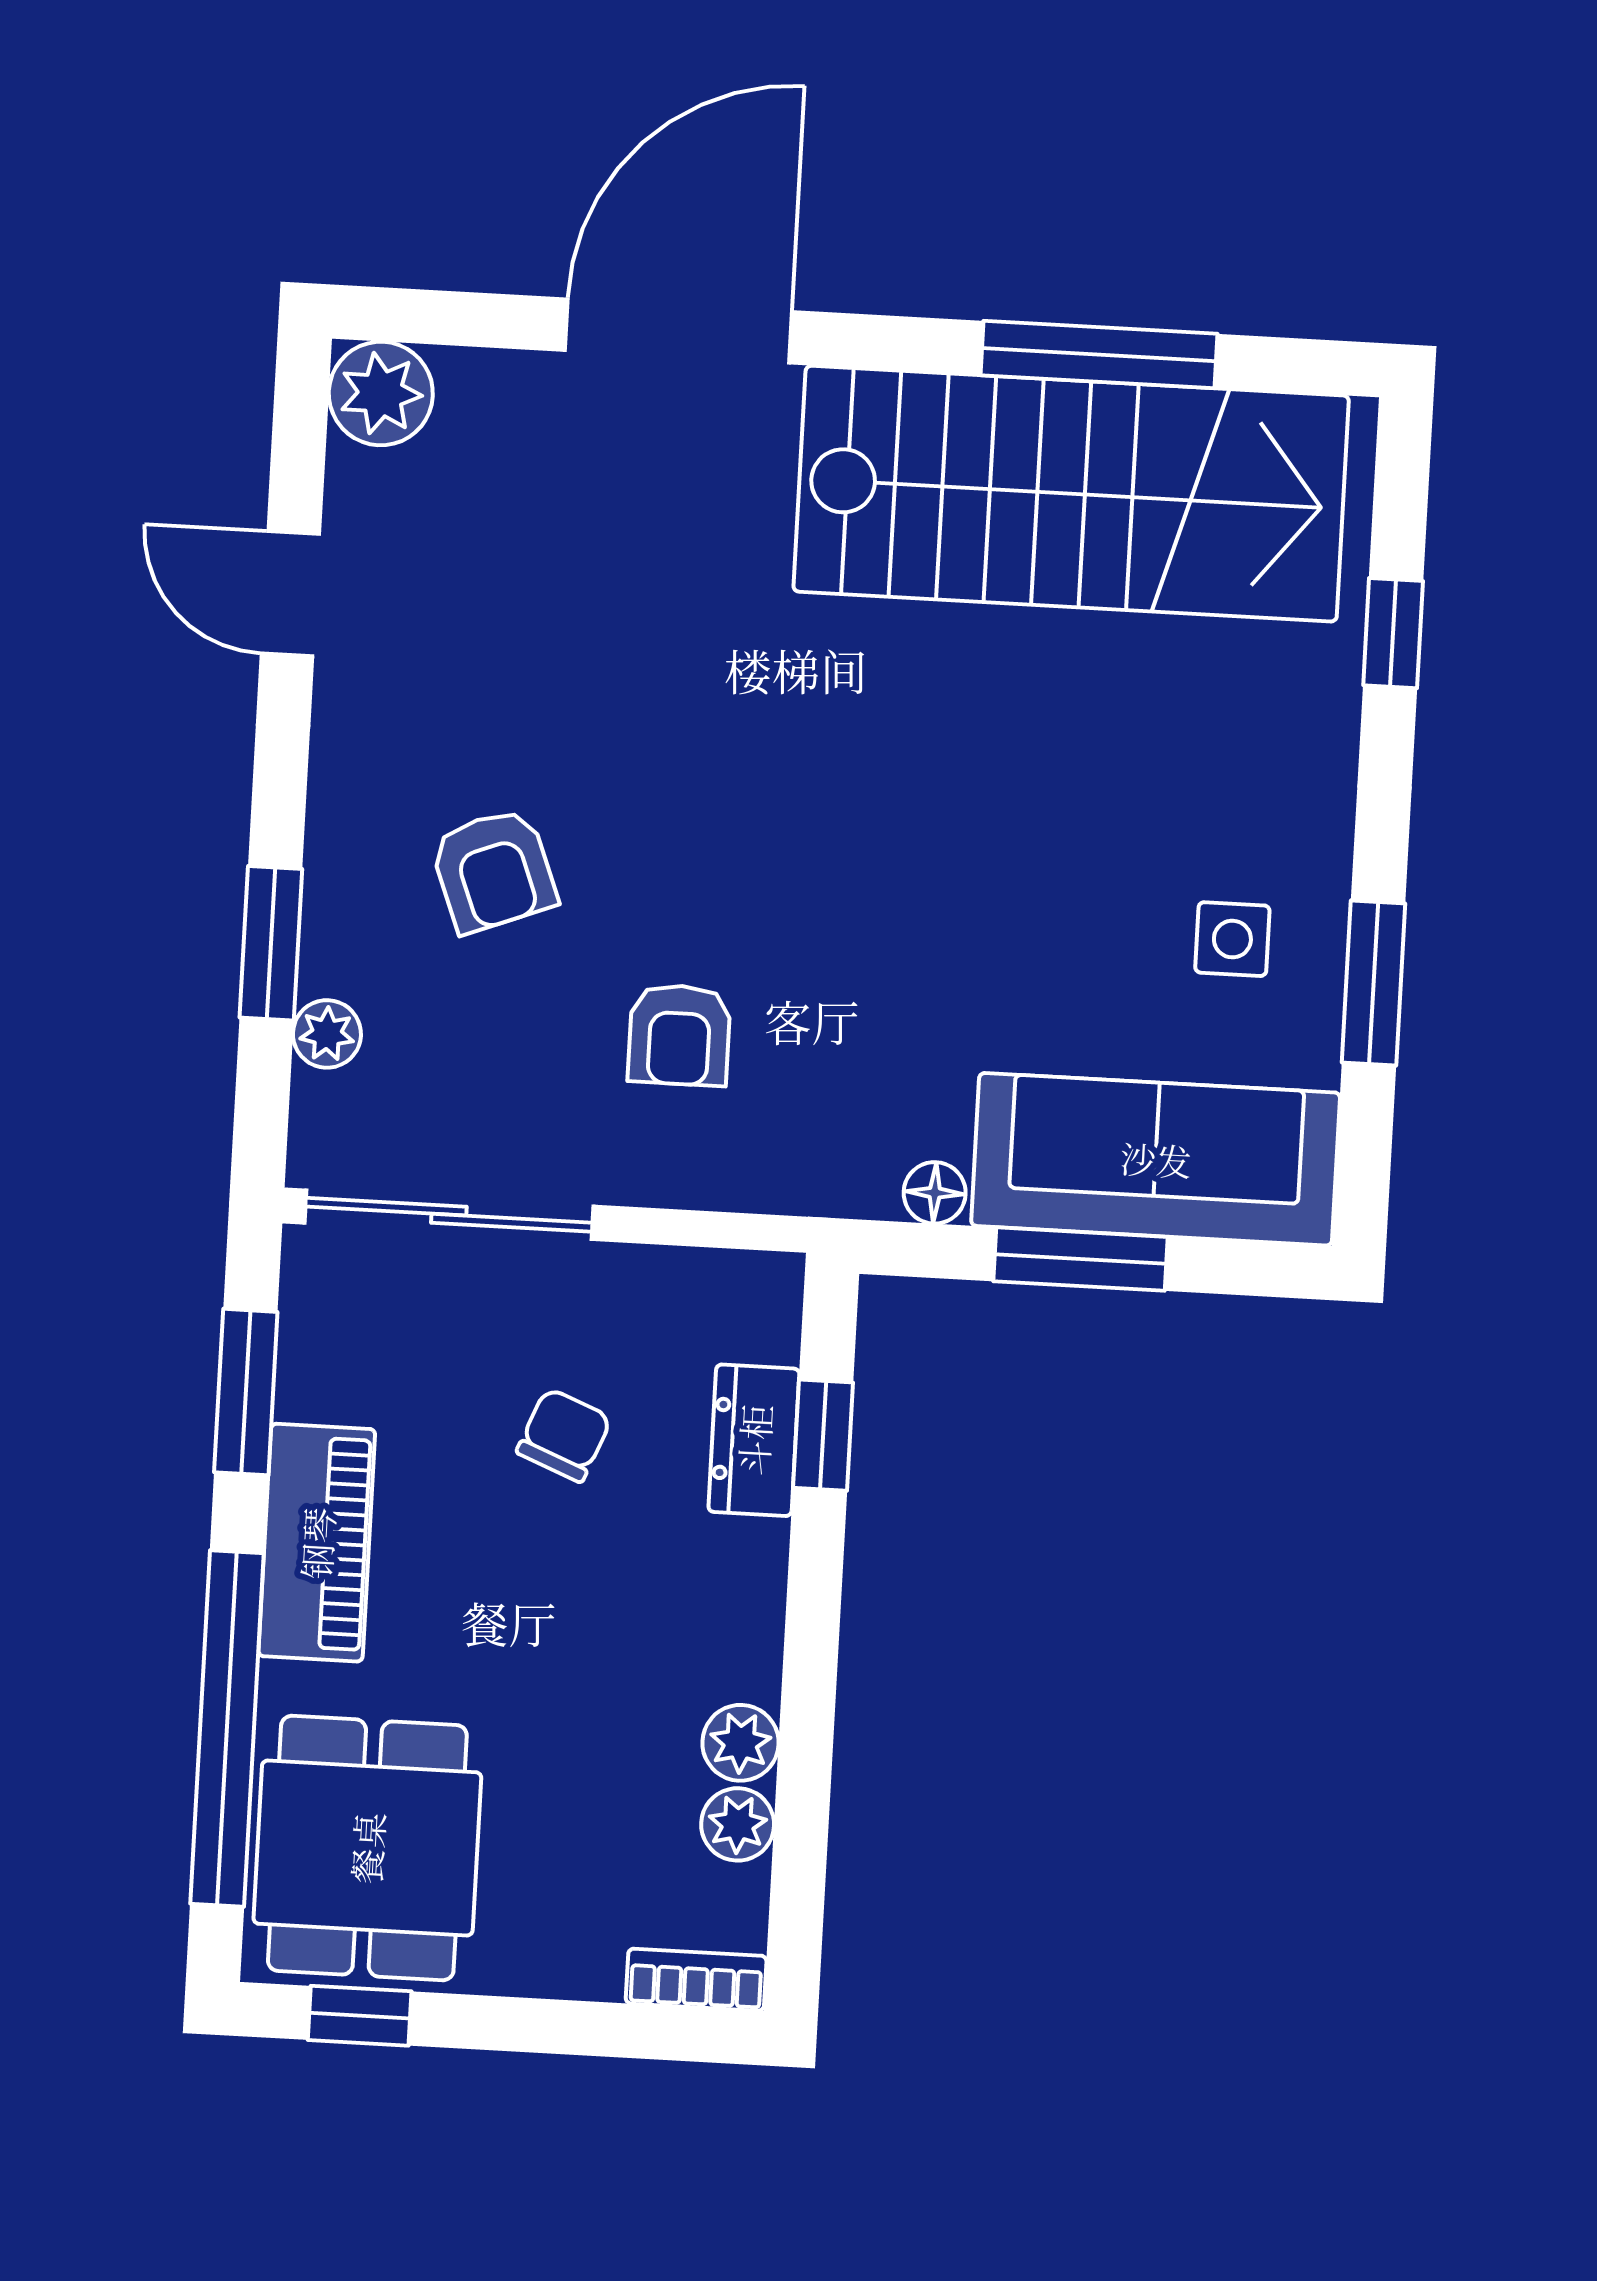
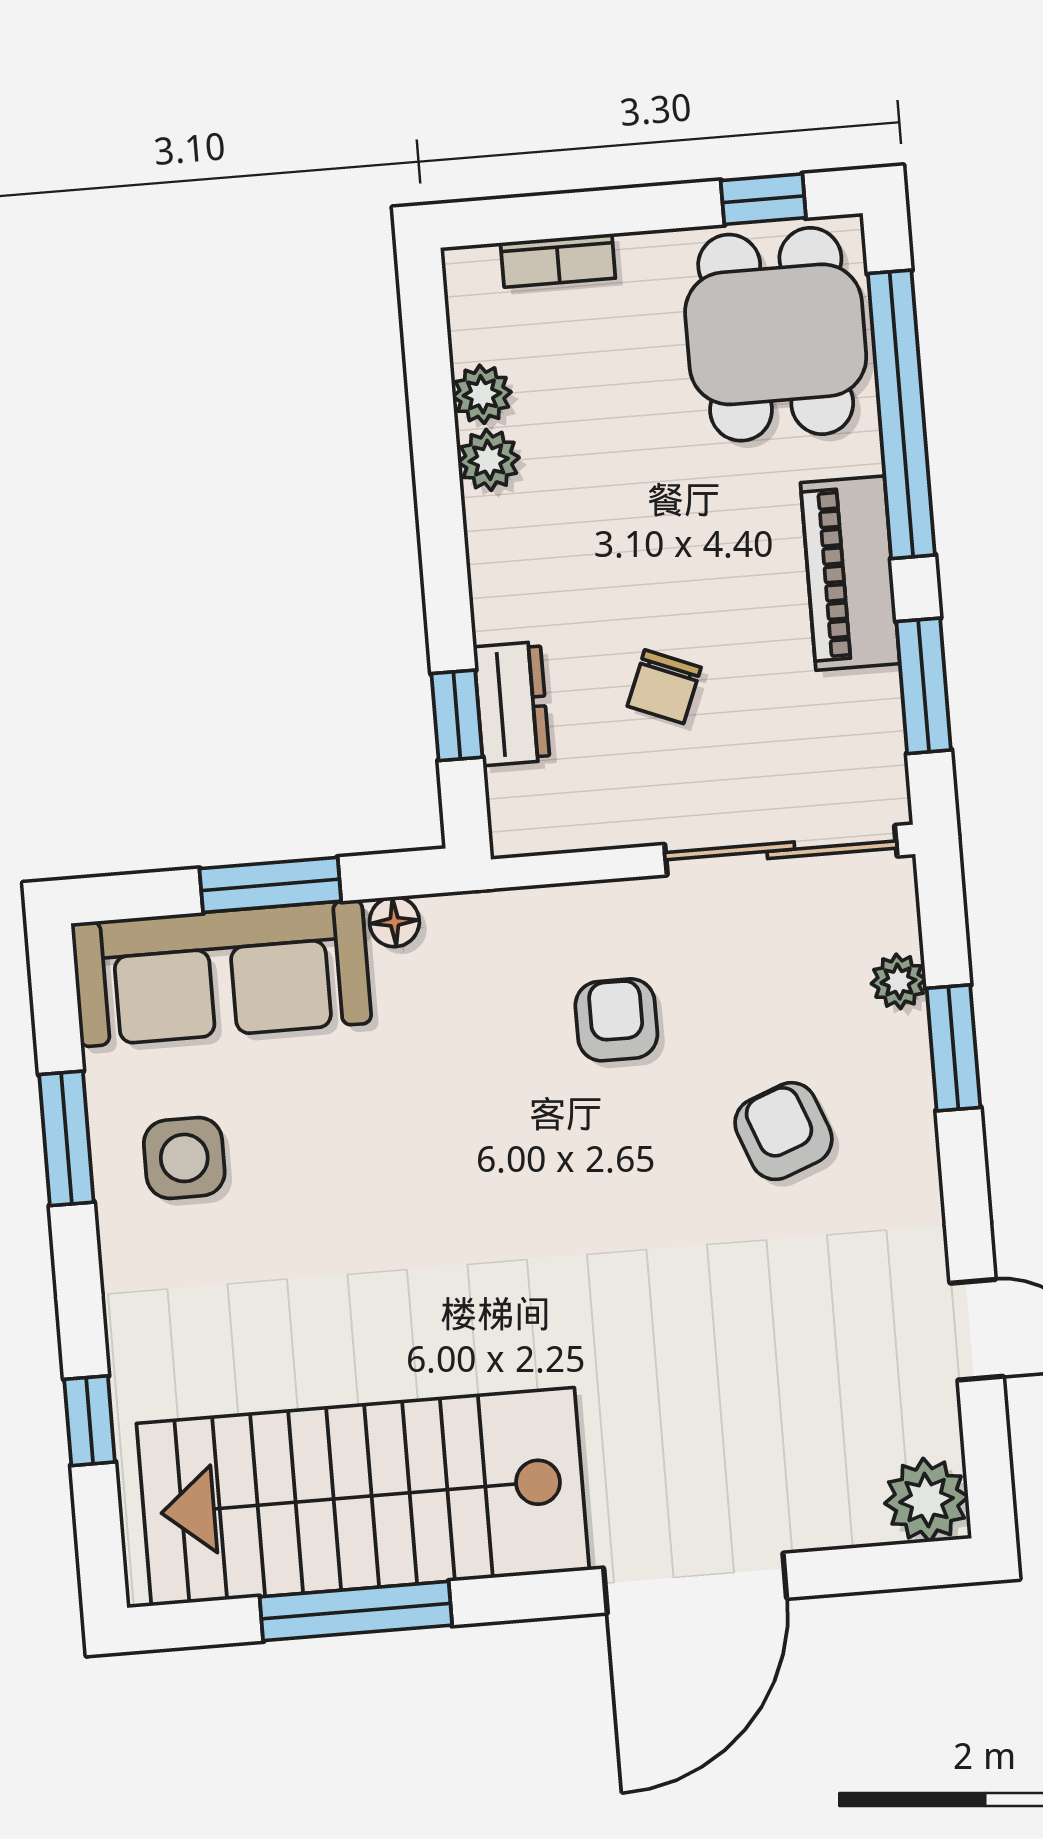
side table: (1232, 939) -> (184, 1158), width x1.37, depth x1.37
bookcase: (696, 1980) -> (558, 260), moved

